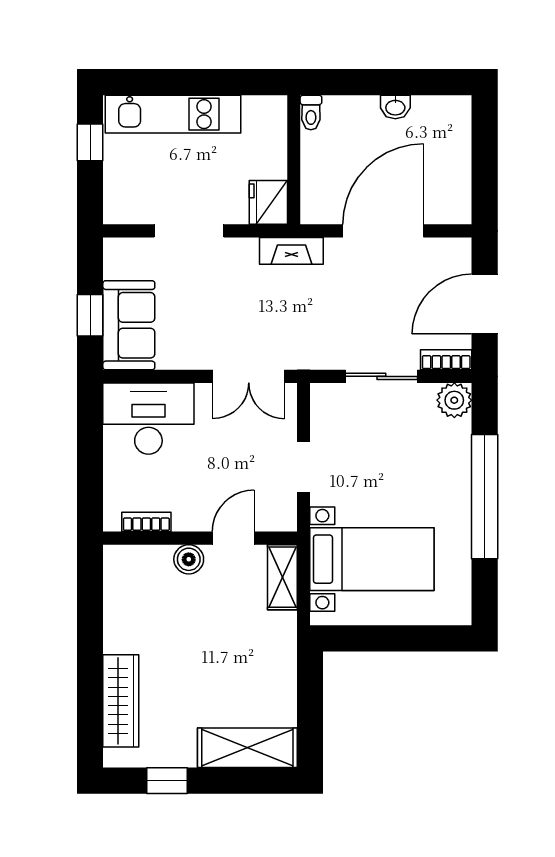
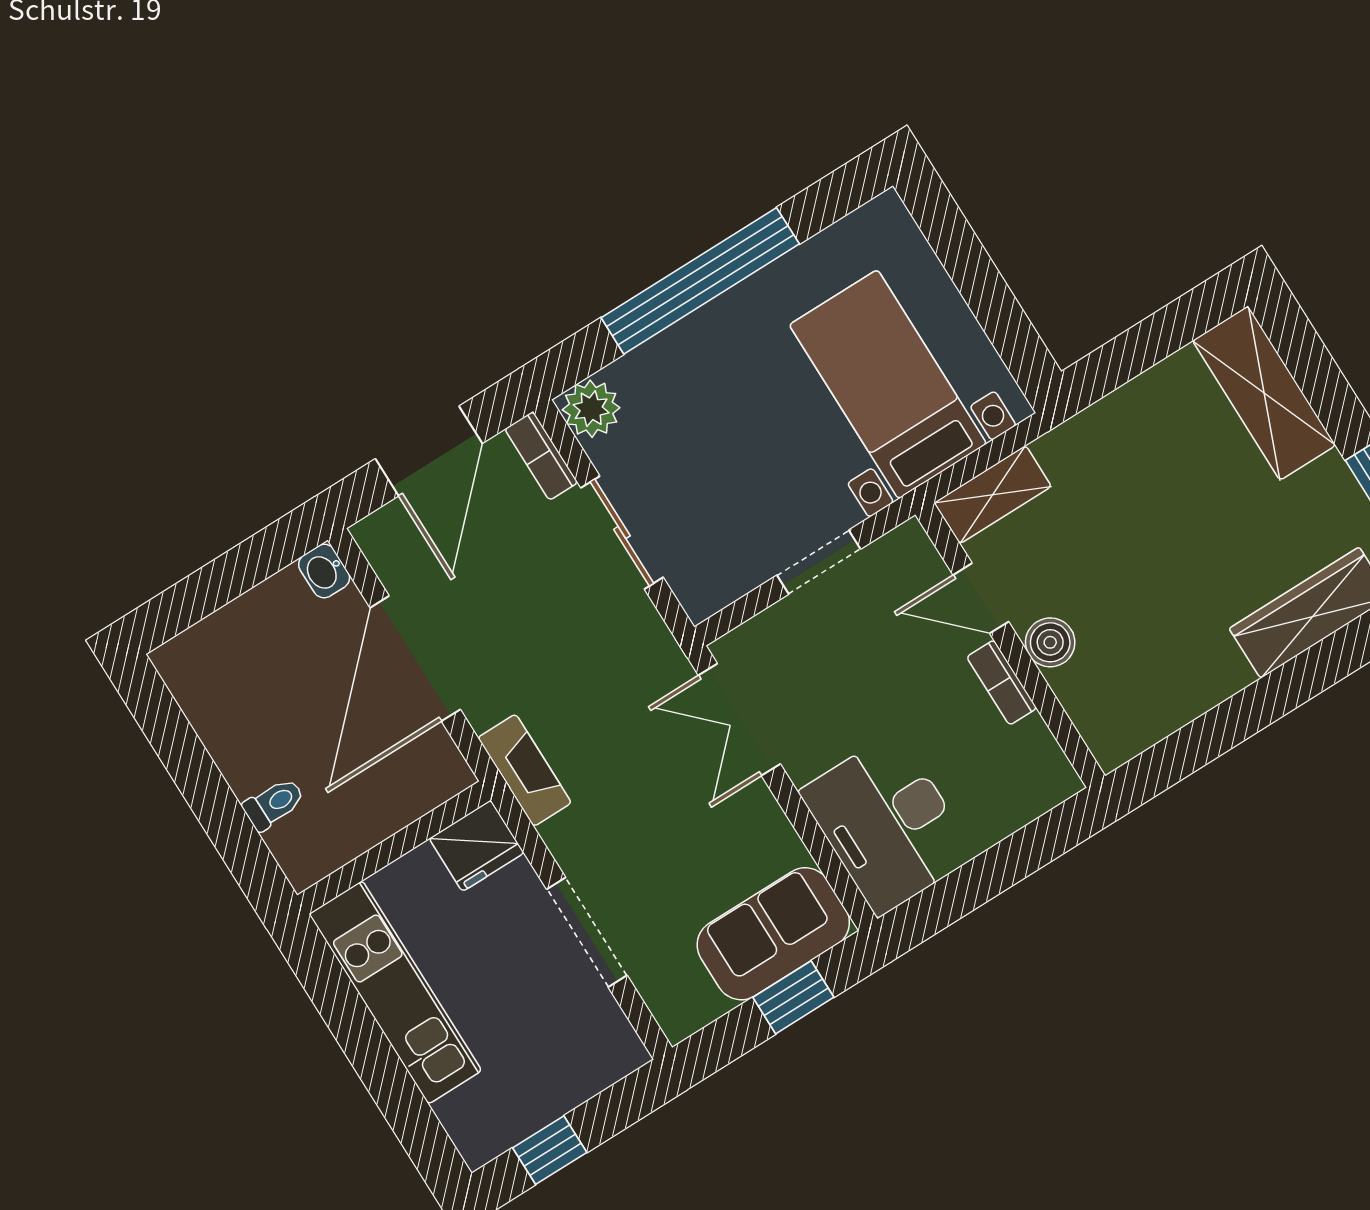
washbasin: (395, 107) -> (324, 571), moved, turned 180
toilet: (311, 113) -> (274, 804), moved
kitchen unit: (173, 114) -> (395, 992), moved
door: (383, 231) -> (415, 659), hinge flipped
door: (485, 304) -> (429, 451), hinge flipped
double door: (249, 376) -> (739, 720), swing flipped
bookcase: (146, 522) -> (1002, 683), moved

